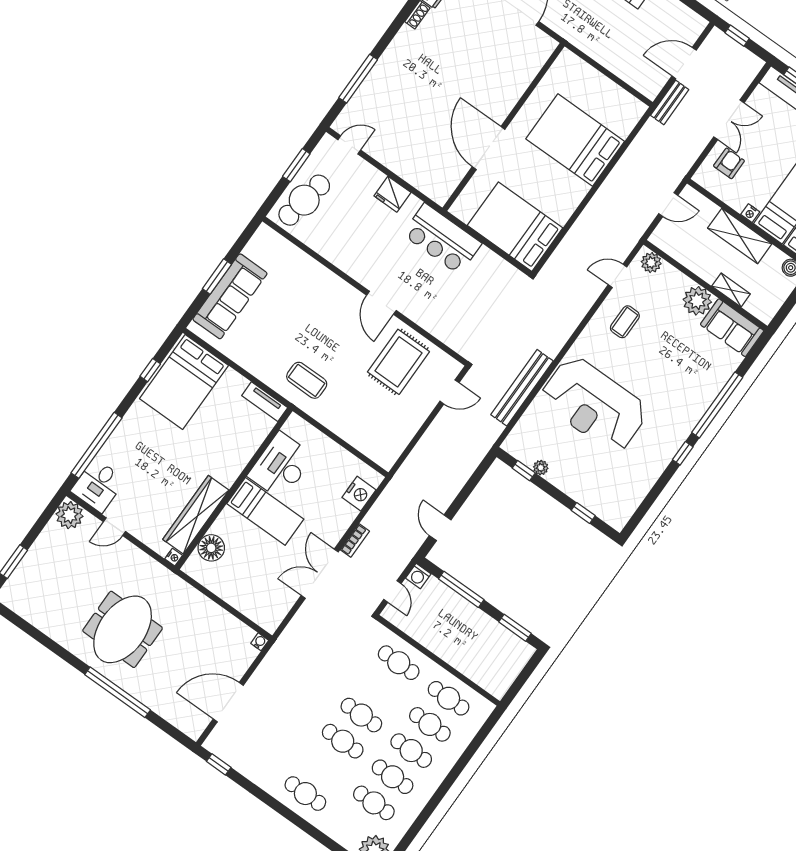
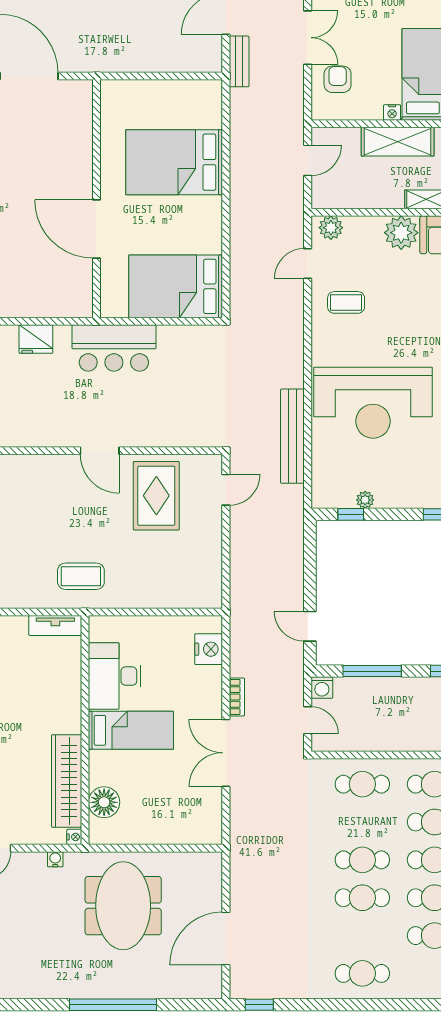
coffee table: (625, 322) -> (346, 302), turned 90
meeting table: (123, 629) -> (123, 906), moved
water cooler: (260, 642) -> (55, 859), moved

